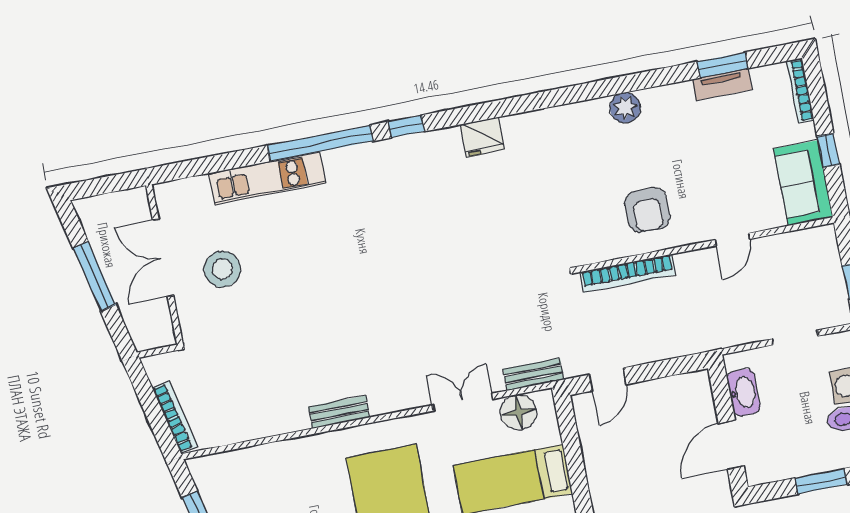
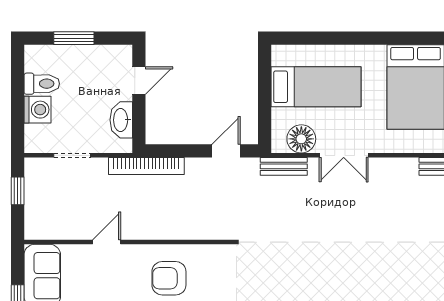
armchair: (647, 210) -> (169, 278), turned -90
bookcase: (628, 273) -> (146, 166), moved, turned 180
door: (731, 445) -> (139, 81), width x0.73

